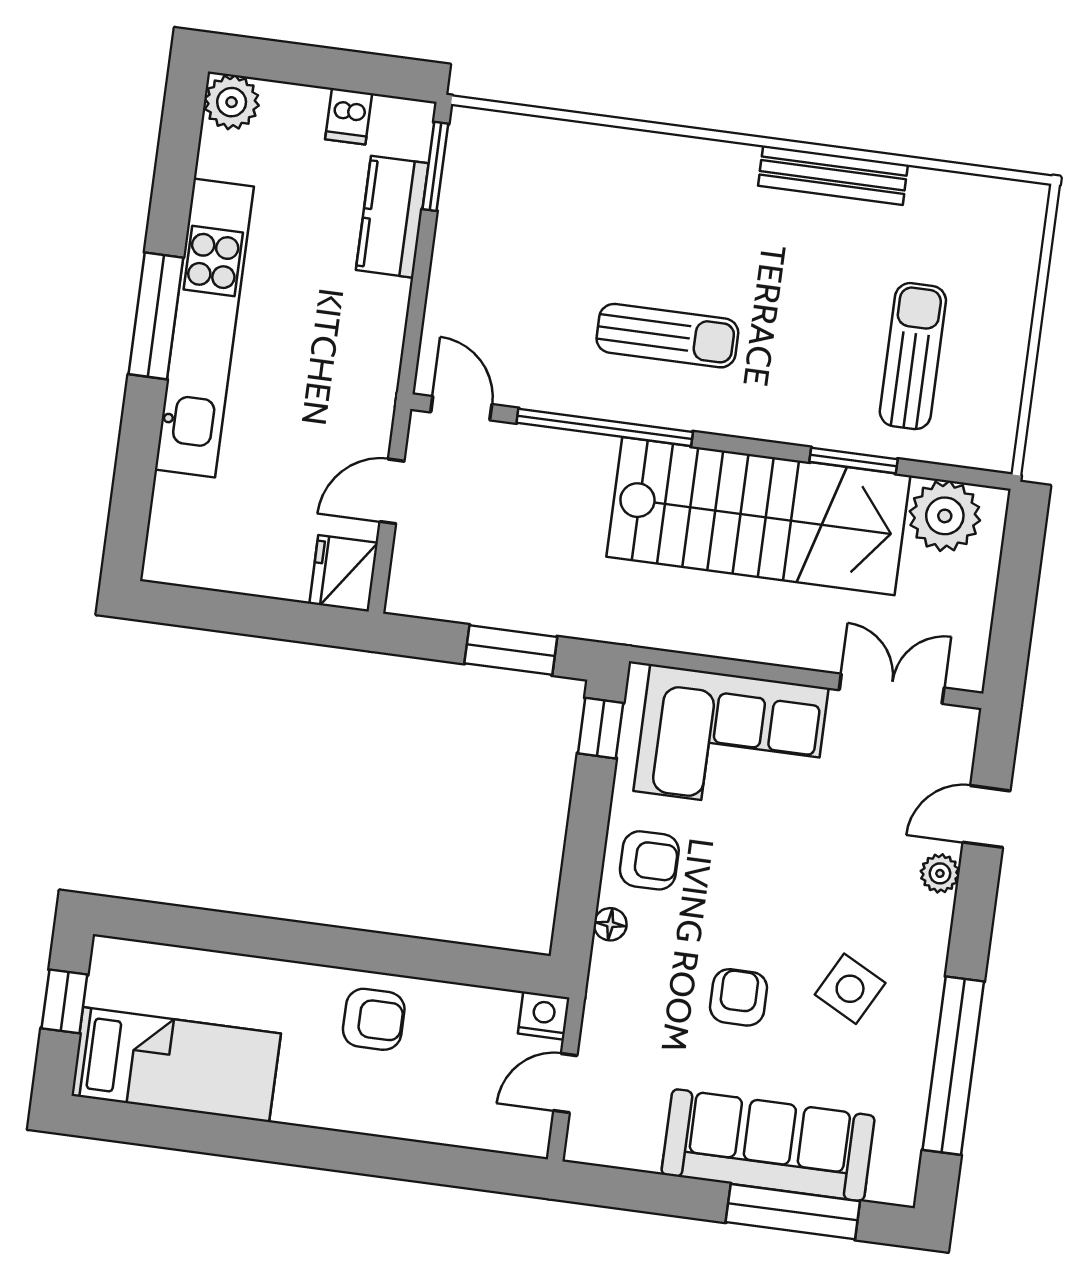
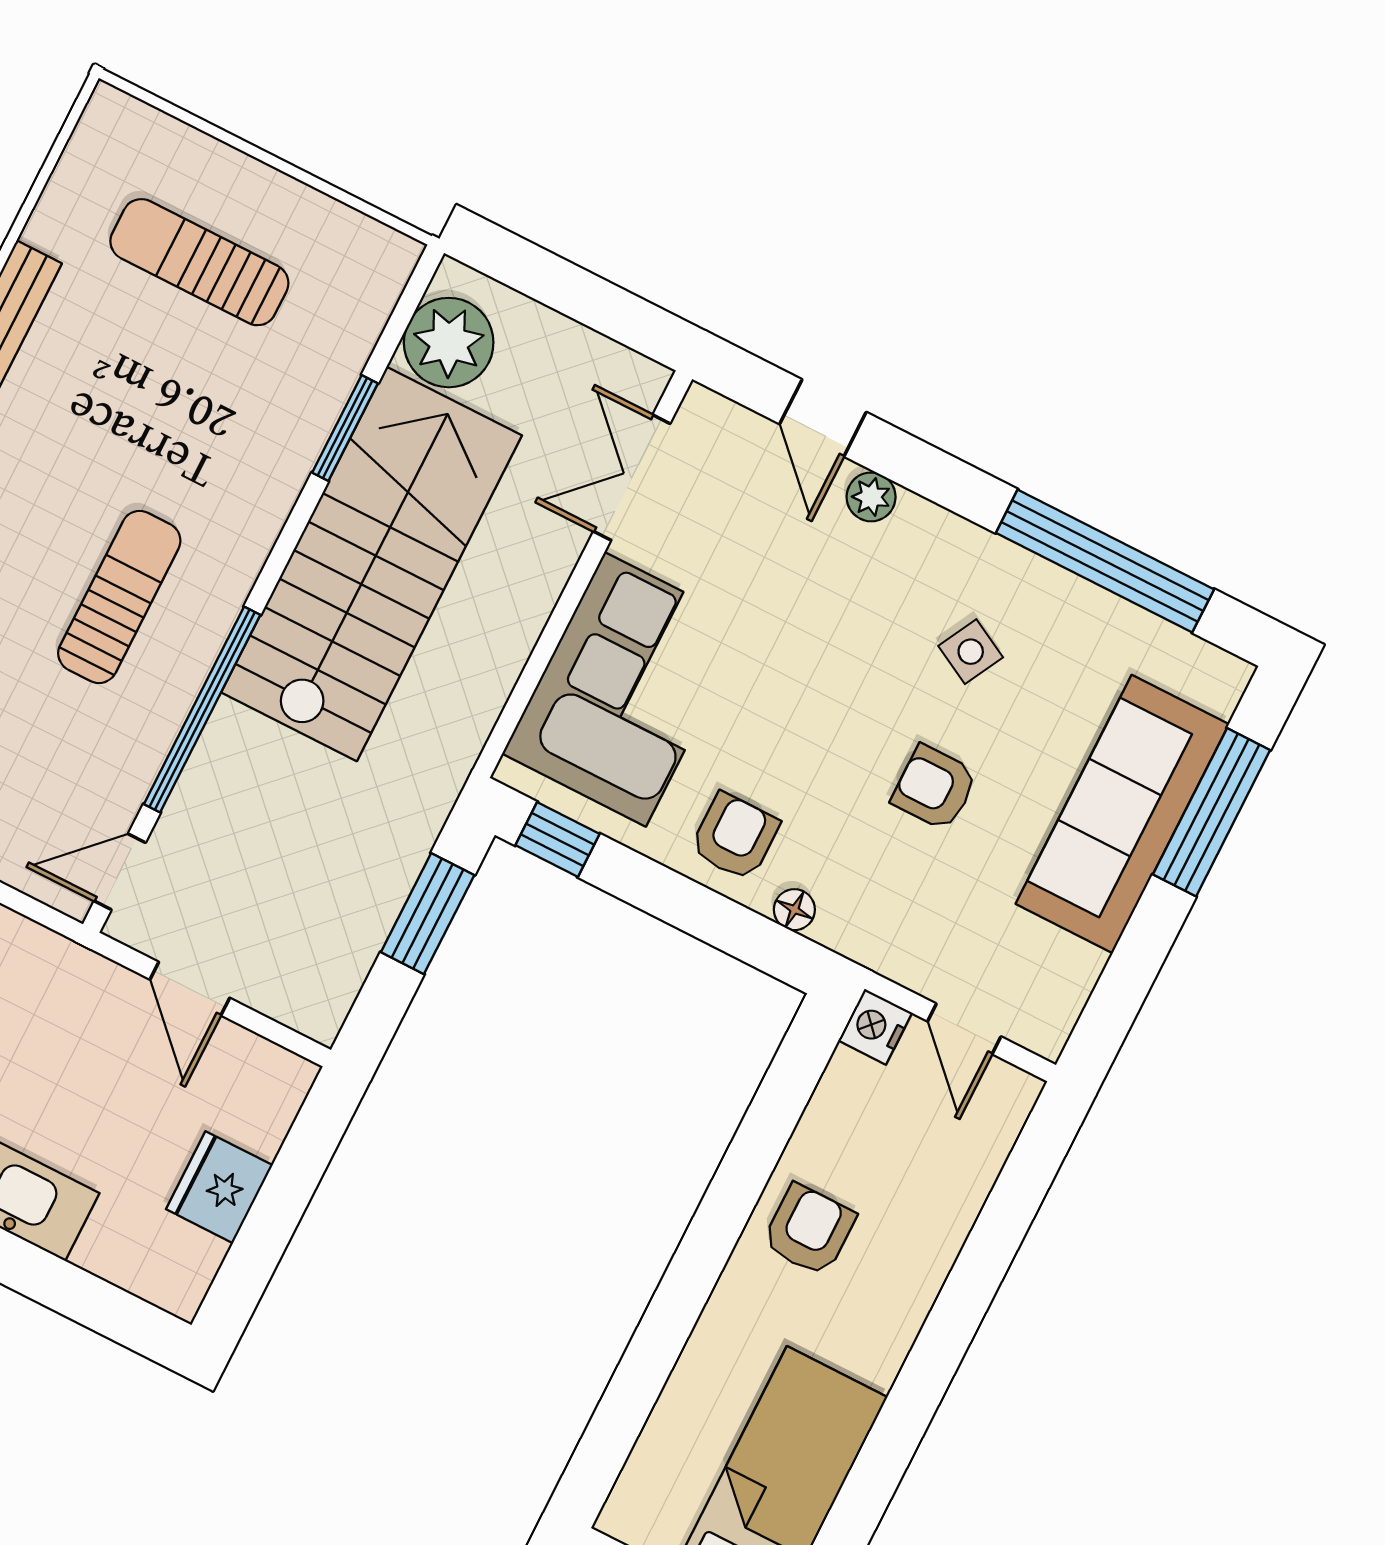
sun lounger: (913, 356) -> (199, 262), moved
fridge: (344, 573) -> (219, 1187), moved, turned 90
side table: (850, 989) -> (971, 652), width x0.73, depth x0.73

